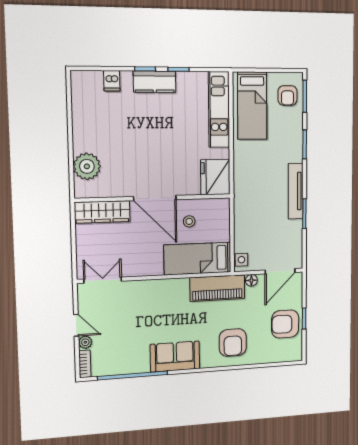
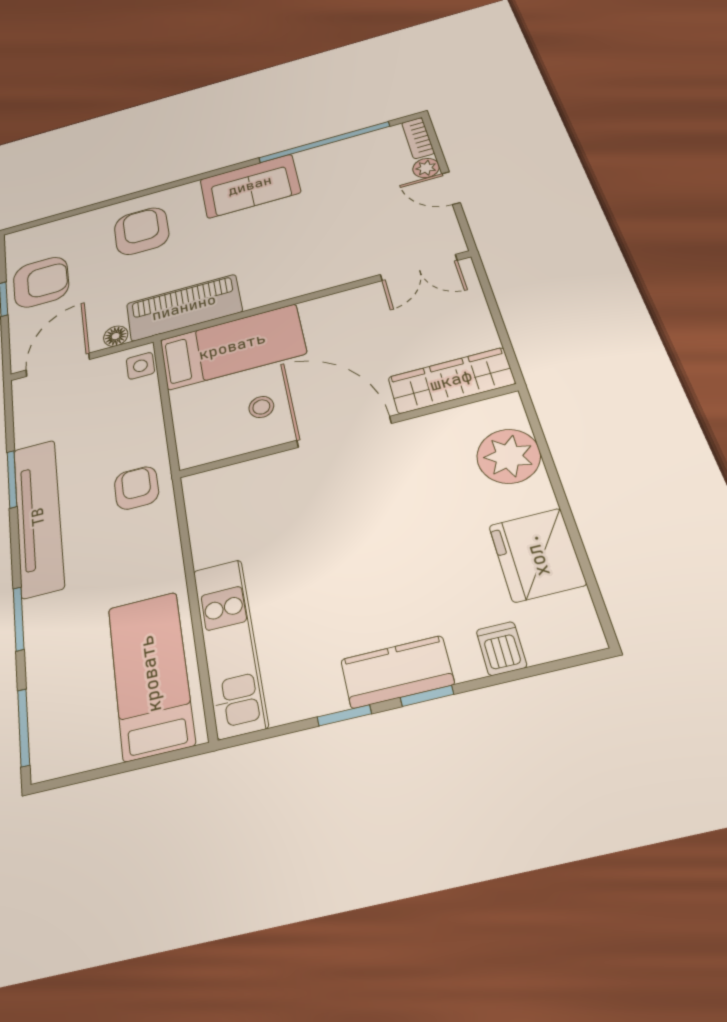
armchair: (288, 95) -> (137, 488), moved
fridge: (215, 177) -> (537, 555), moved, turned 180
tv unit: (296, 191) -> (38, 517), width x1.36, depth x1.29

